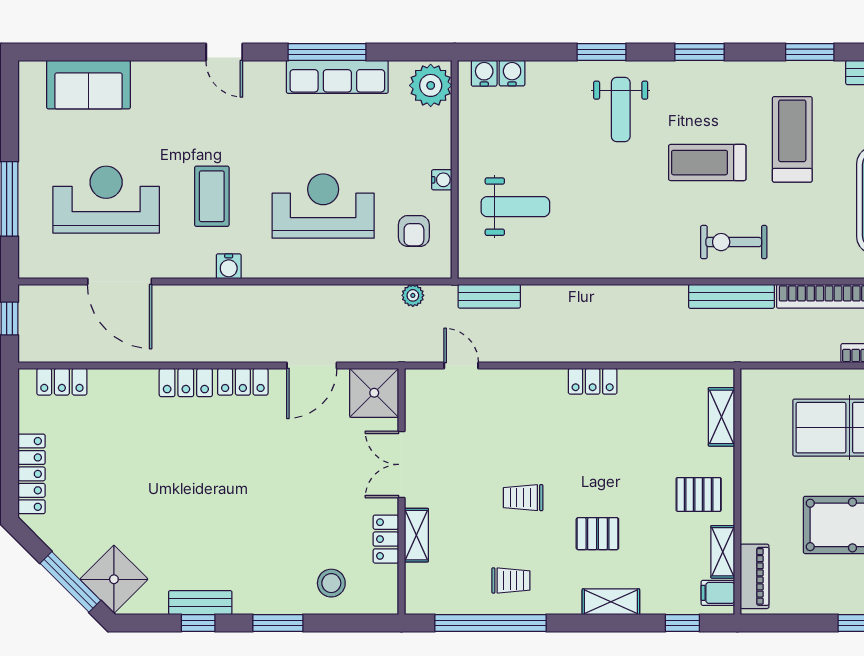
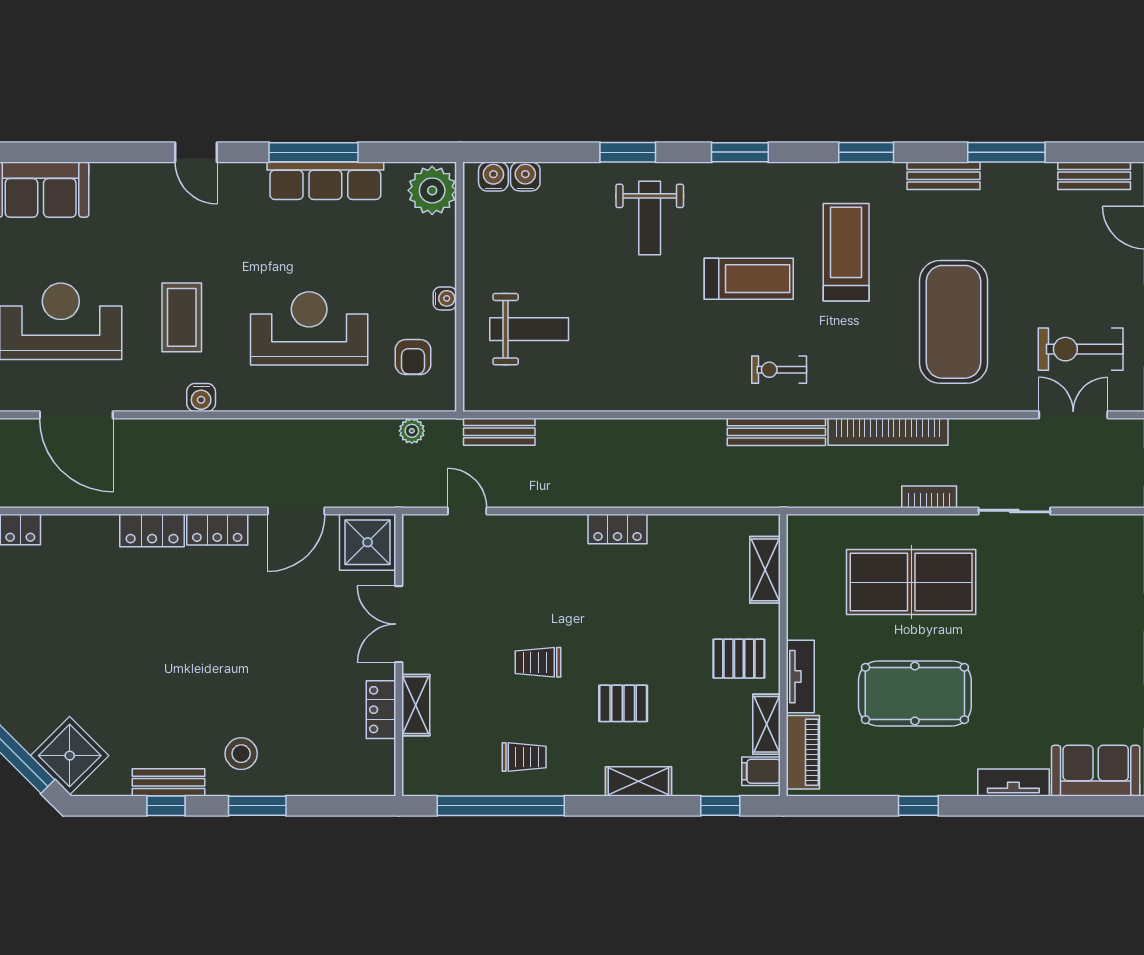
treadmill: (707, 163) -> (749, 279), turned 180
exercise bike: (734, 242) -> (779, 370), width x0.73, depth x0.72
tv unit: (752, 510) -> (800, 677), added
stool: (331, 583) -> (241, 754), moved

